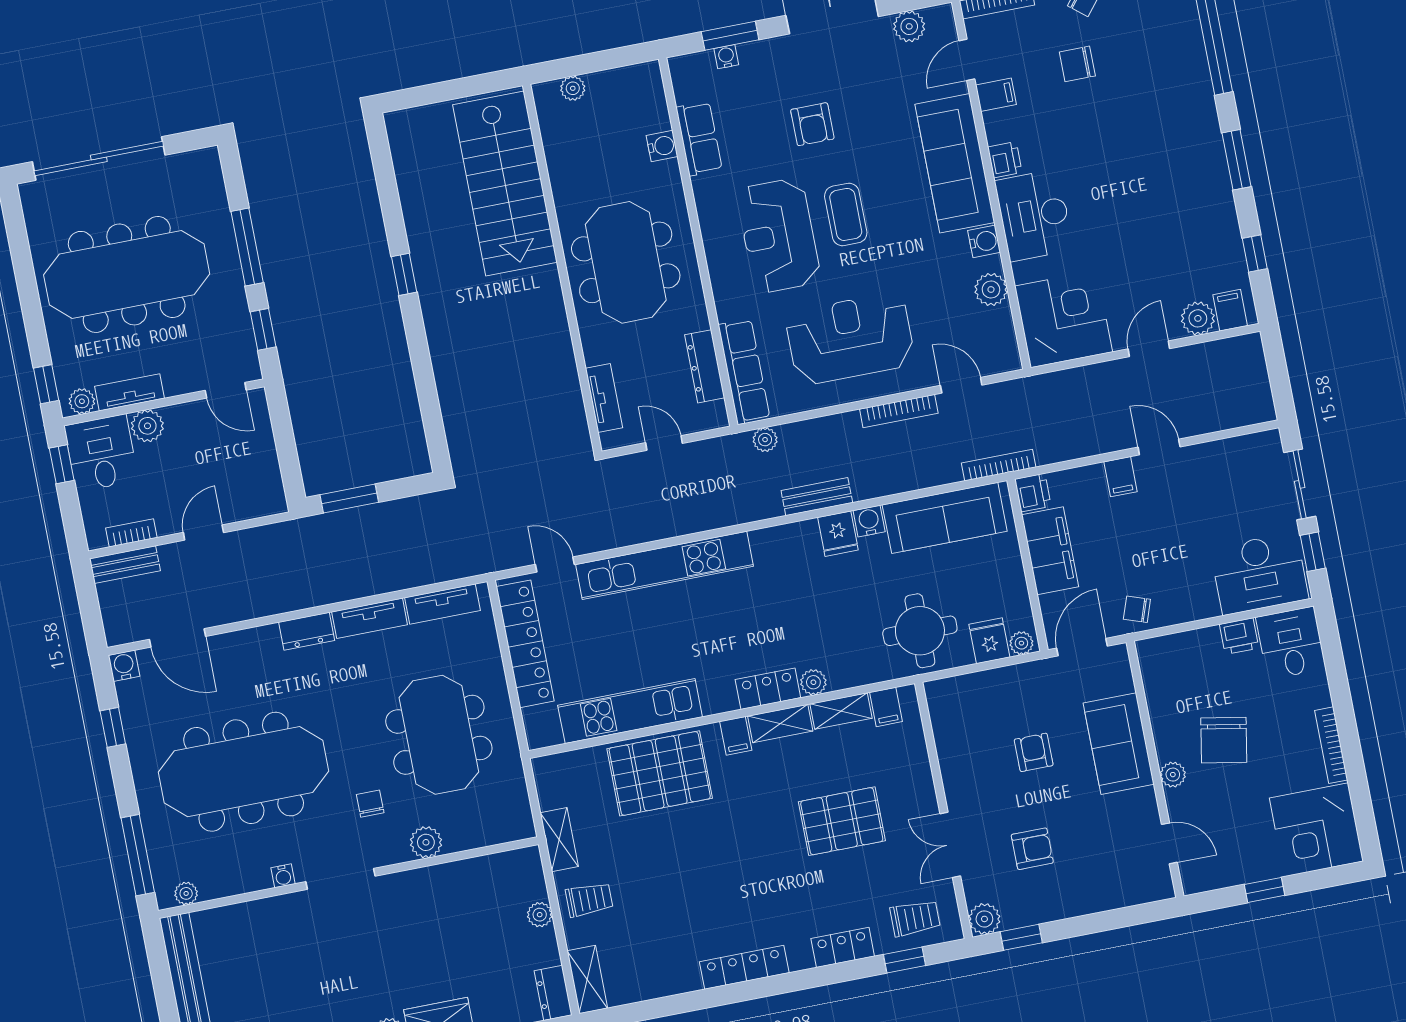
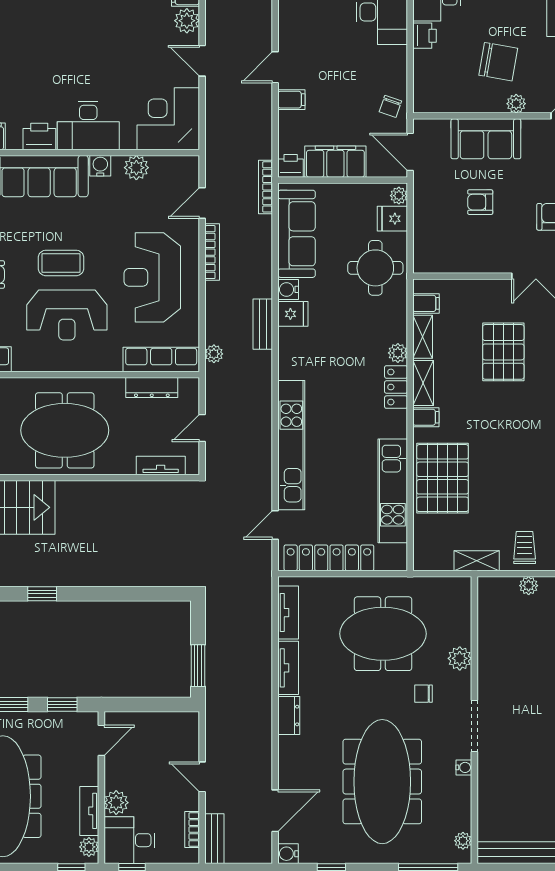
printer: (1005, 160) -> (39, 136), width x1.36, depth x1.24

